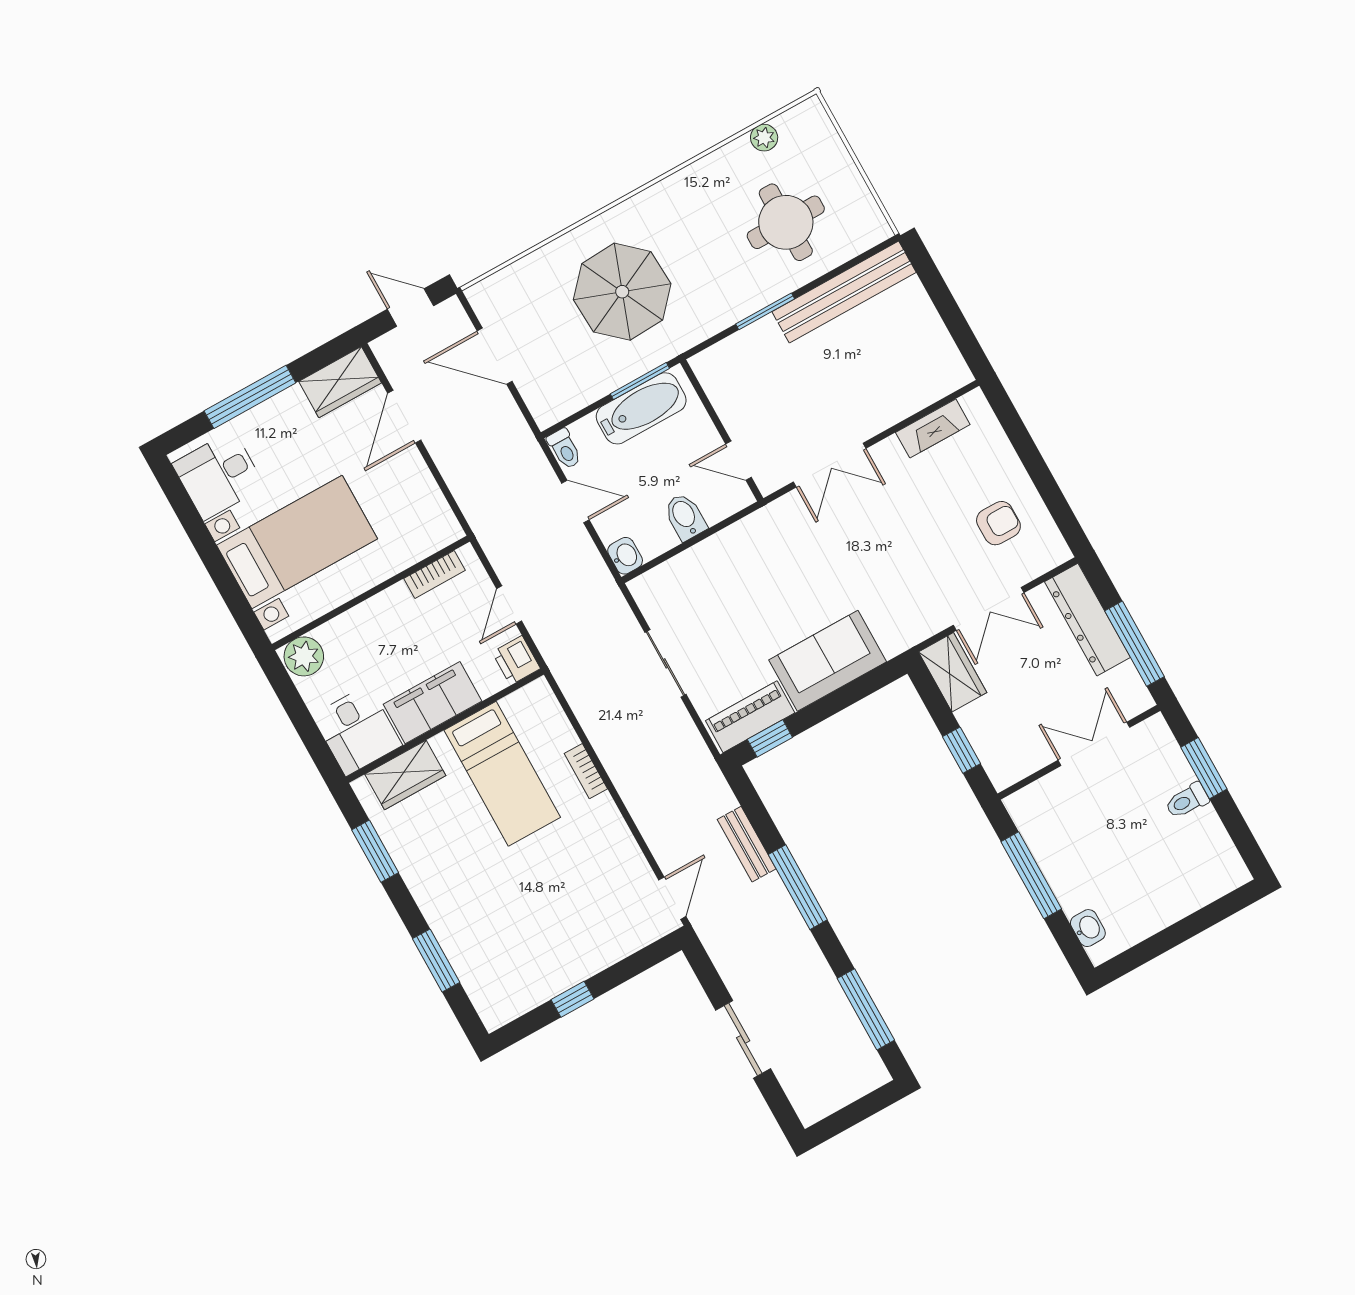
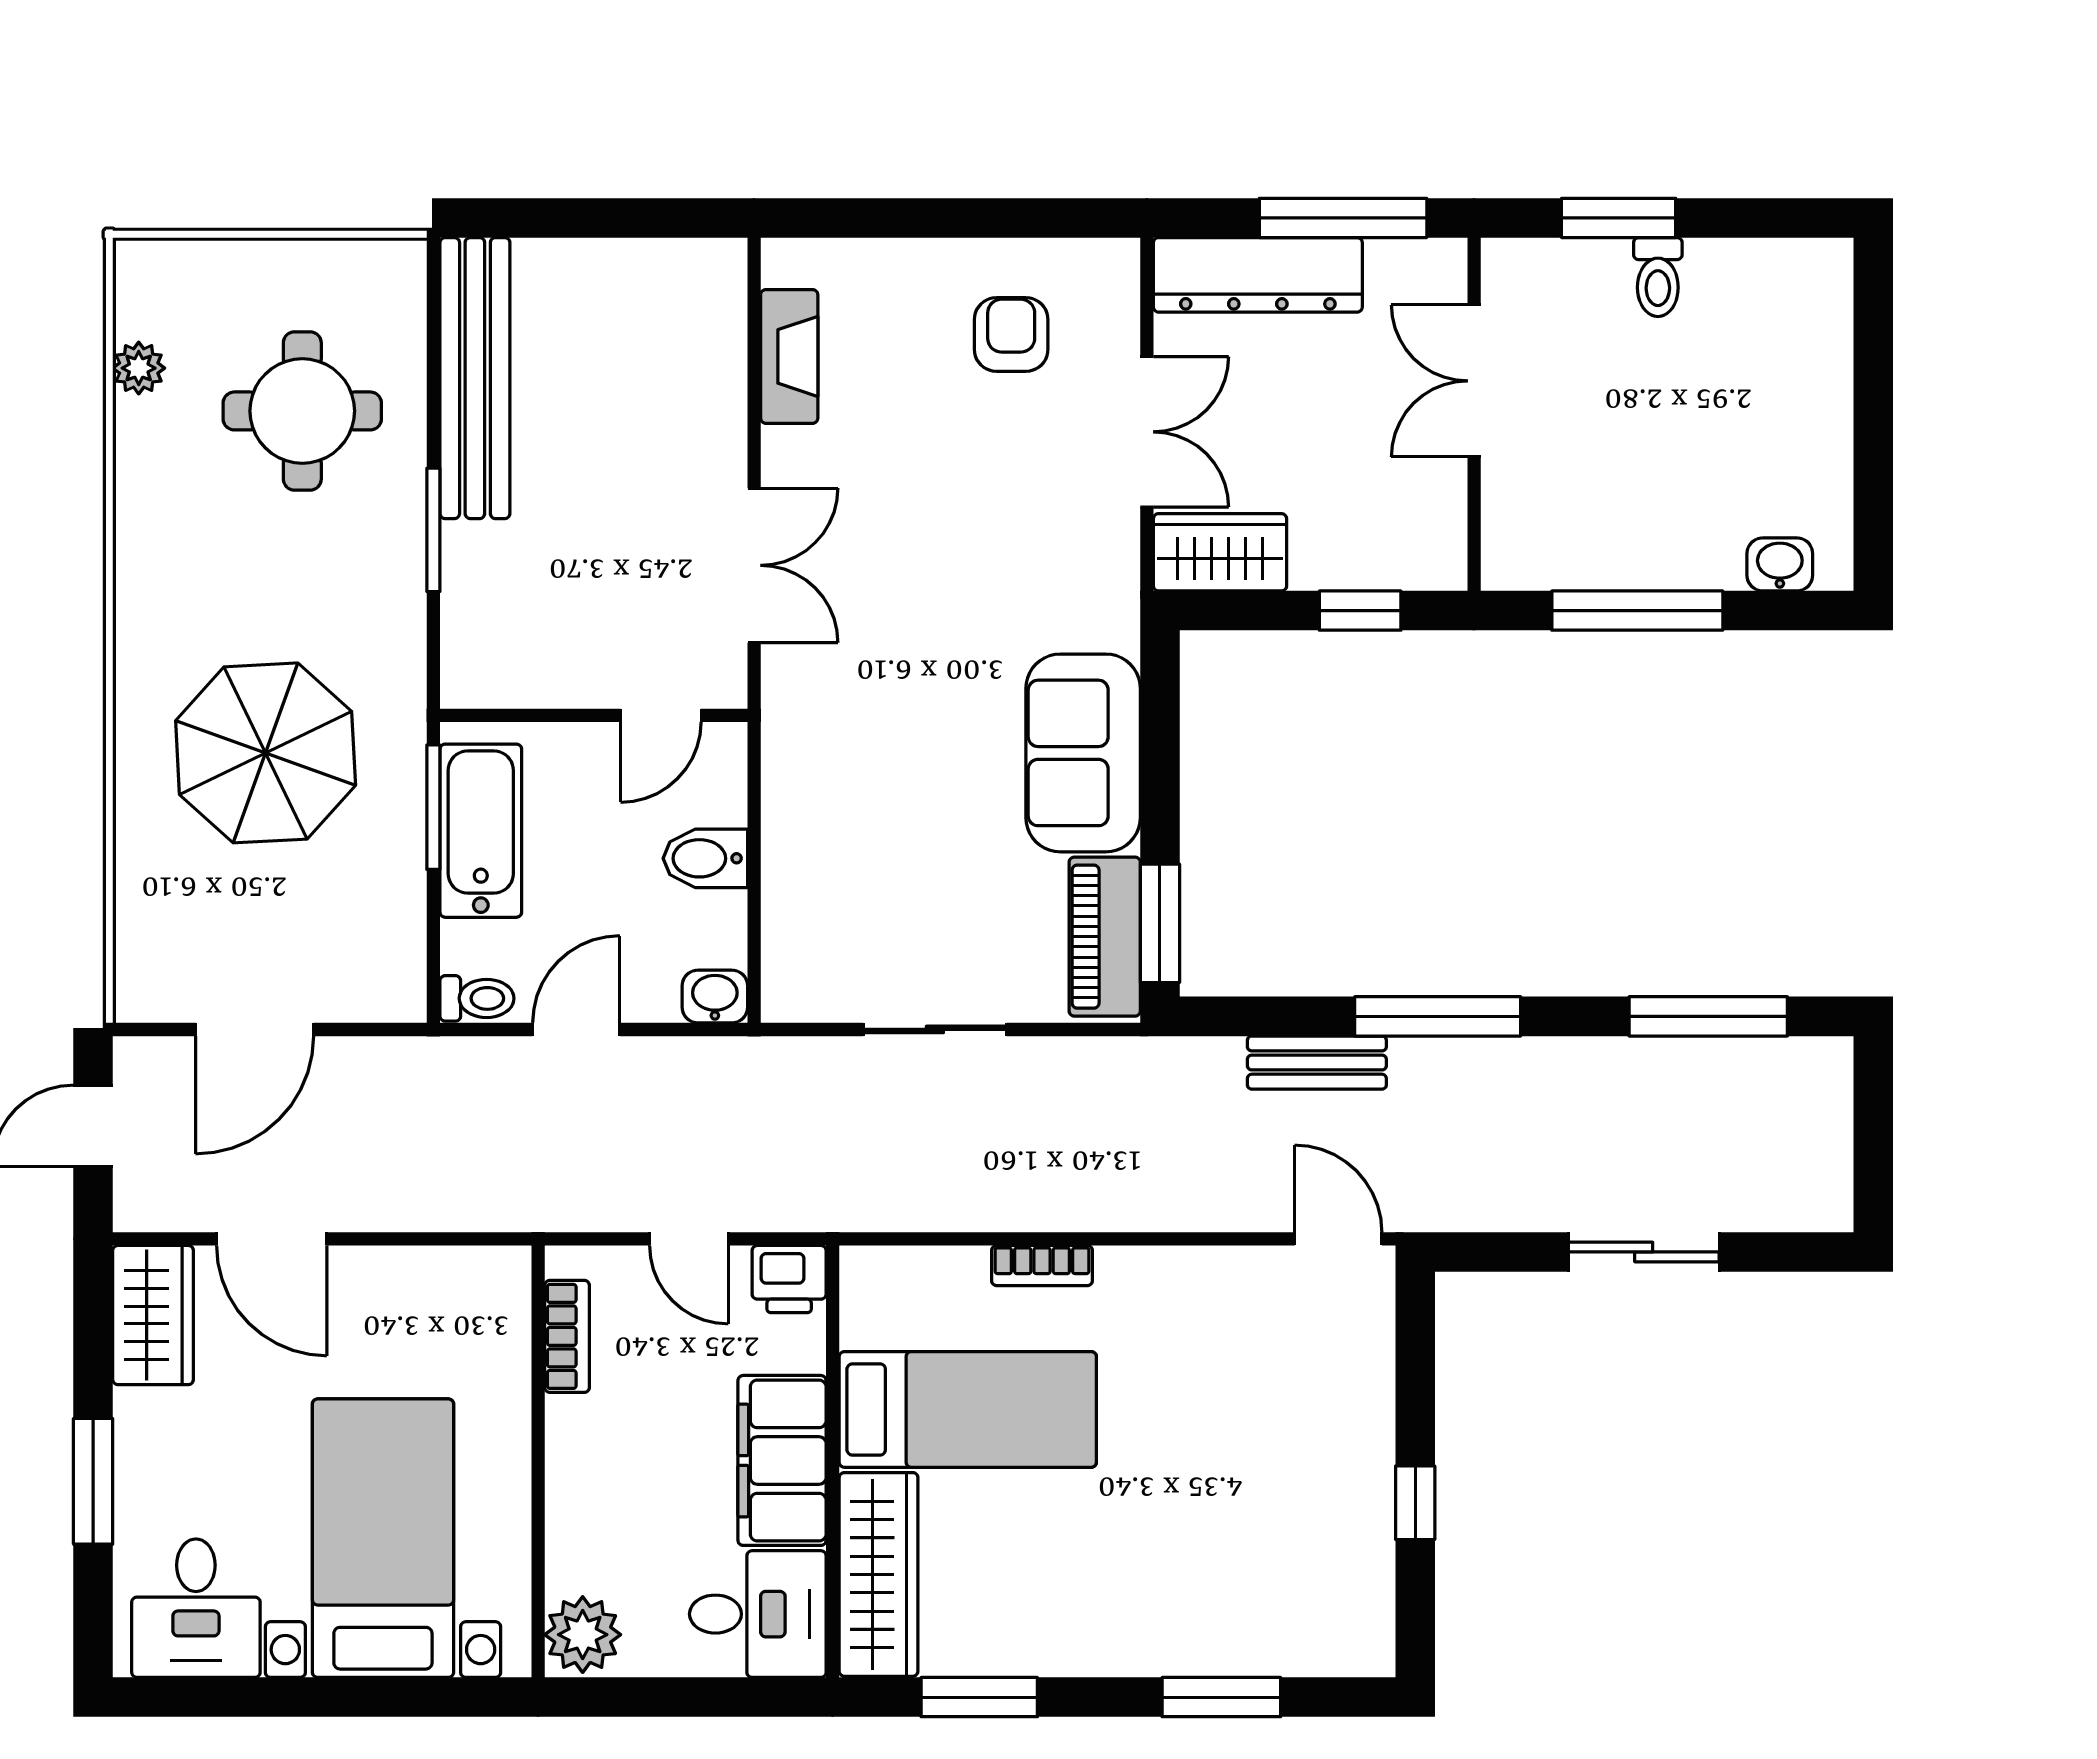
window: (250, 397) -> (93, 1481), width x0.69
window: (770, 738) -> (1160, 923), width x1.50
wardrobe: (405, 775) -> (879, 1574), width x1.50

